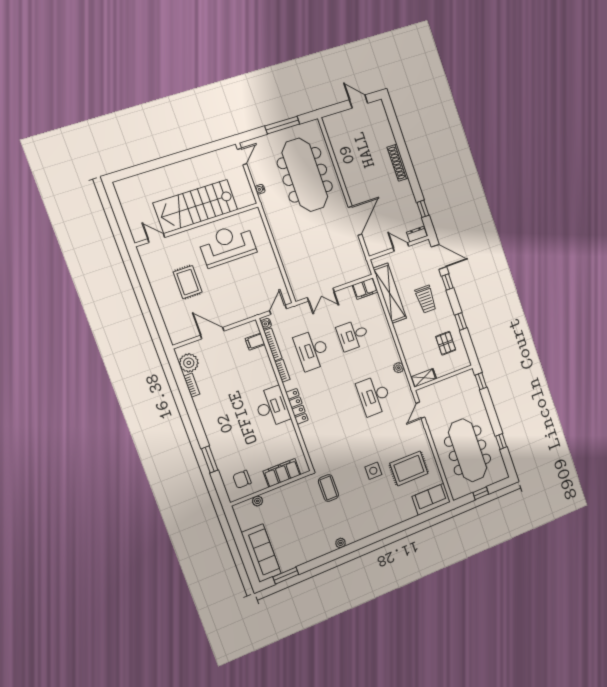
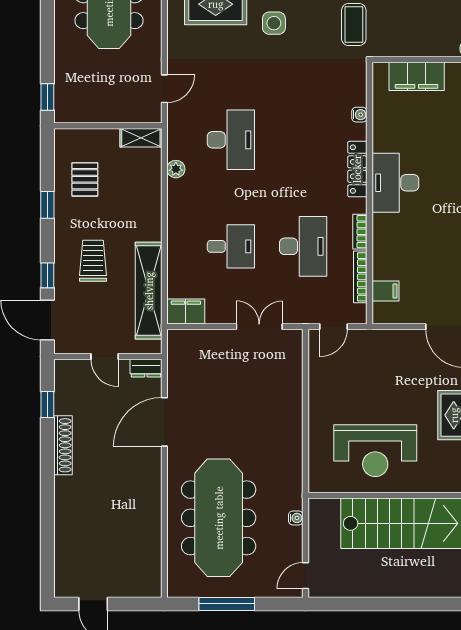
shoe rack: (398, 163) -> (63, 445), moved
dresser: (417, 234) -> (146, 368), moved
water cooler: (266, 324) -> (359, 115), moved

